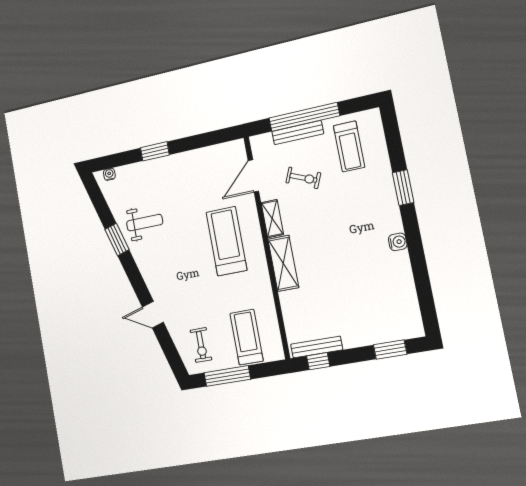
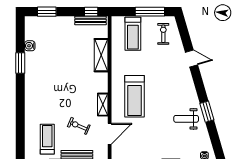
window: (403, 188) -> (20, 63), moved
water cooler: (398, 242) -> (30, 46), moved
shelving: (283, 263) -> (101, 55), moved

